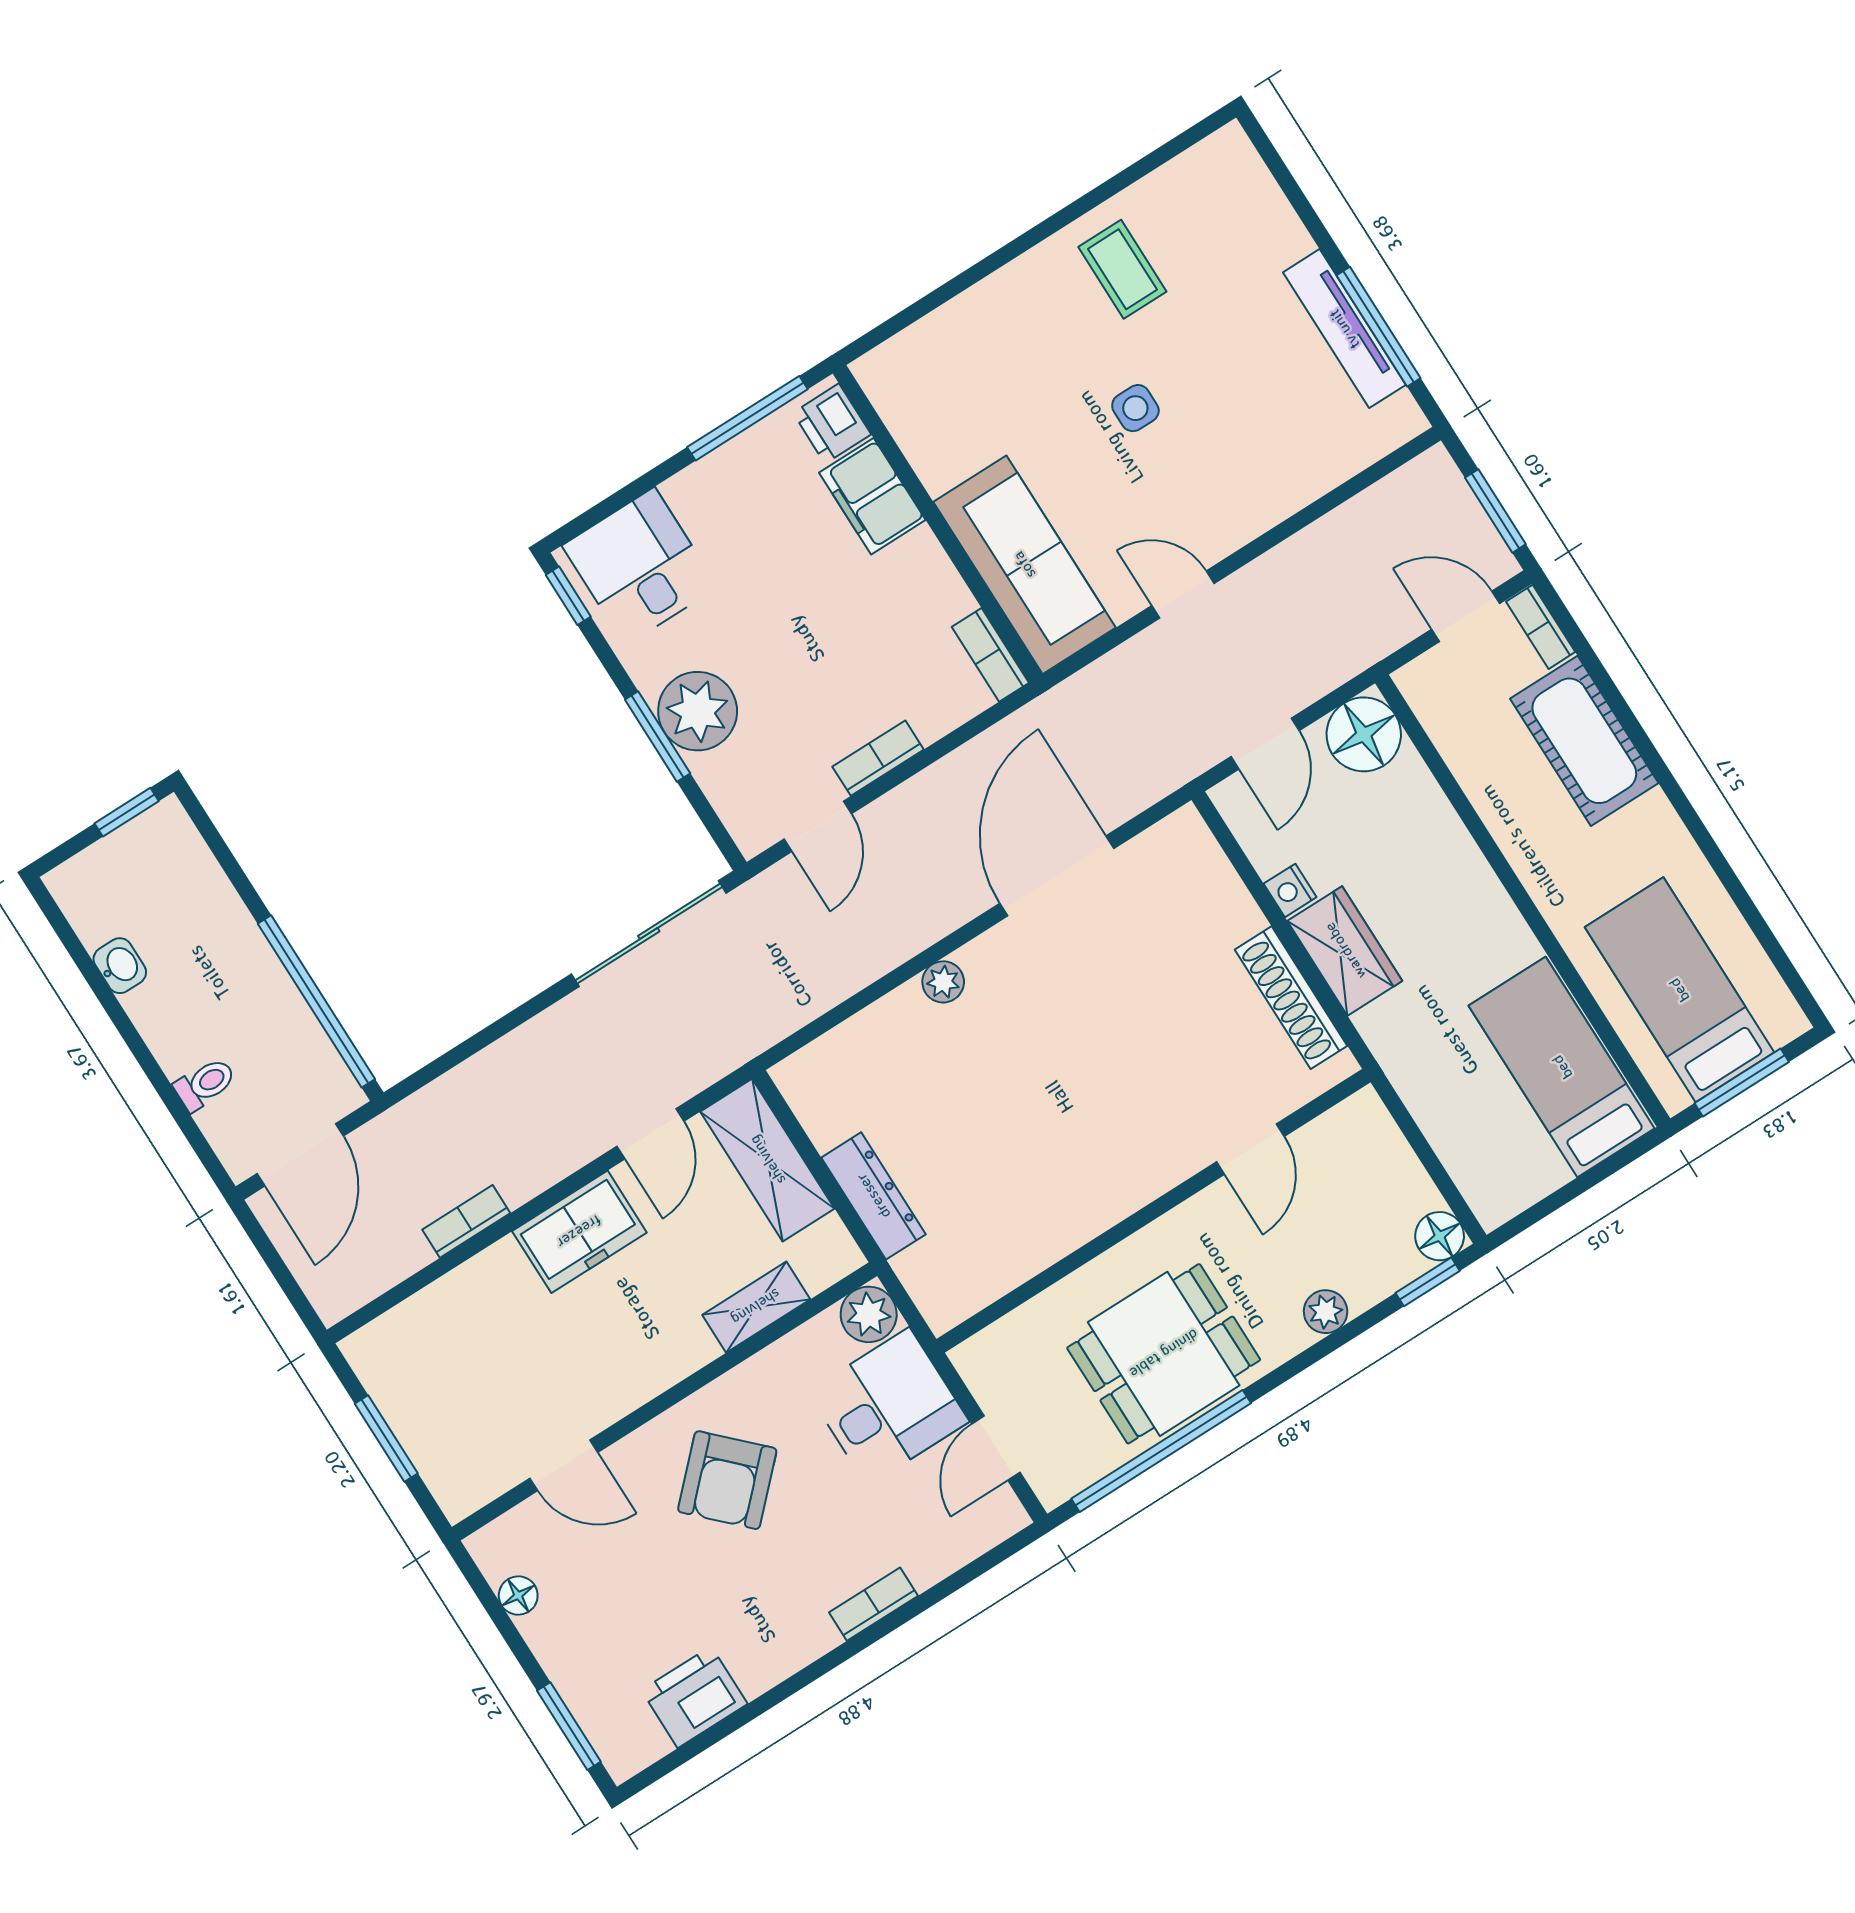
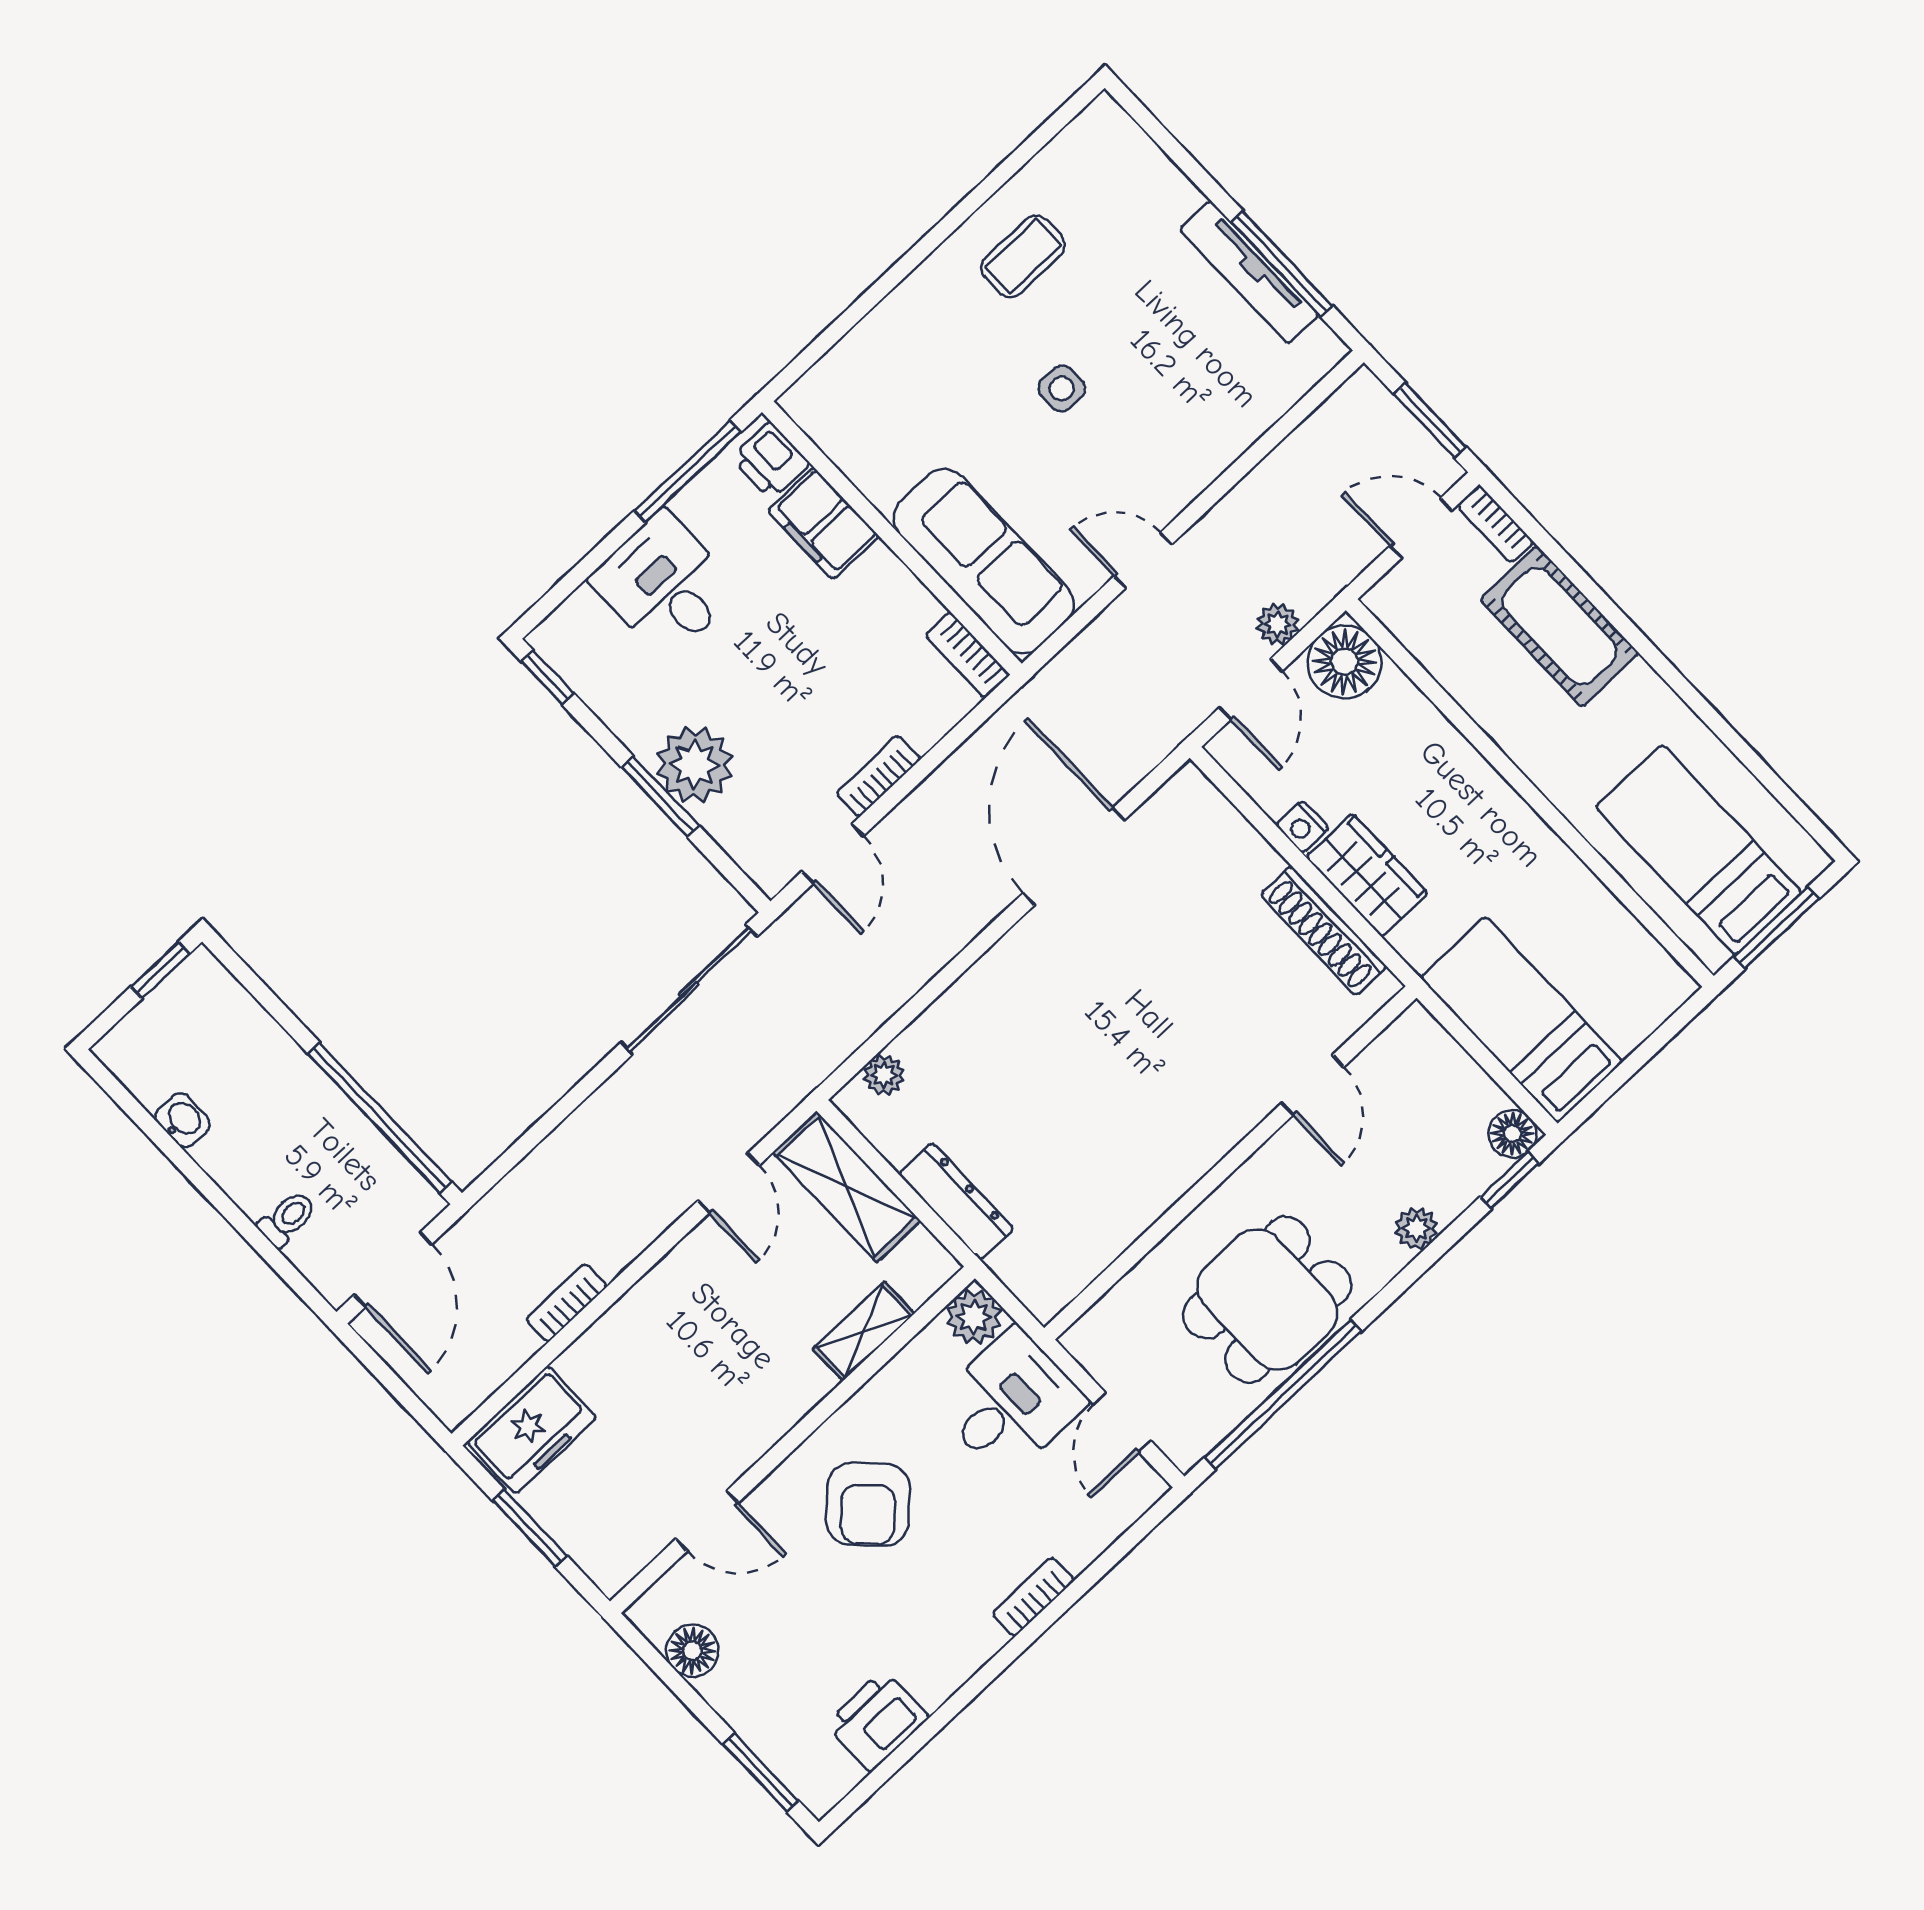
coffee table: (1122, 269) -> (1023, 256), turned 90
desk: (640, 566) -> (665, 585), moved
plant: (1304, 684) -> (1278, 624), added
plant: (943, 982) -> (884, 1075), moved
bed: (1562, 1067) -> (1522, 1020), moved
freezer: (579, 1232) -> (532, 1430), moved
floor lamp: (518, 1596) -> (692, 1651), width x1.37, depth x1.37

